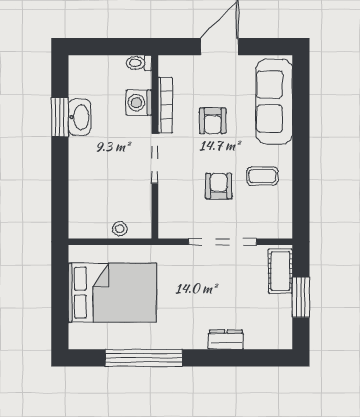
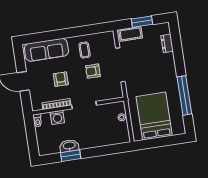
armchair: (213, 121) -> (61, 79), turned -90
dresser: (226, 340) -> (167, 43), moved

